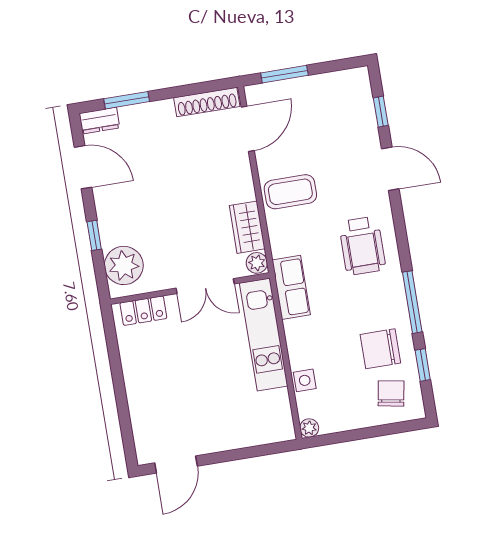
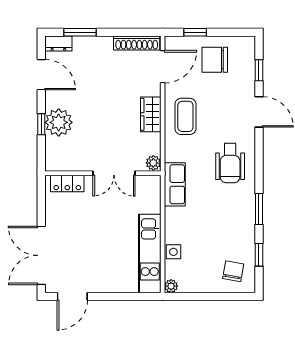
window: (284, 74) -> (195, 32), width x0.67
coffee table: (290, 192) -> (185, 116), turned 90
wardrobe: (247, 227) -> (151, 114), moved
plant: (124, 265) -> (59, 122), moved
window: (412, 302) -> (259, 209), width x0.69
kitchen unit: (264, 334) -> (150, 253), moved
chair: (380, 349) -> (215, 60), moved
double door: (124, 415) -> (41, 255), added

